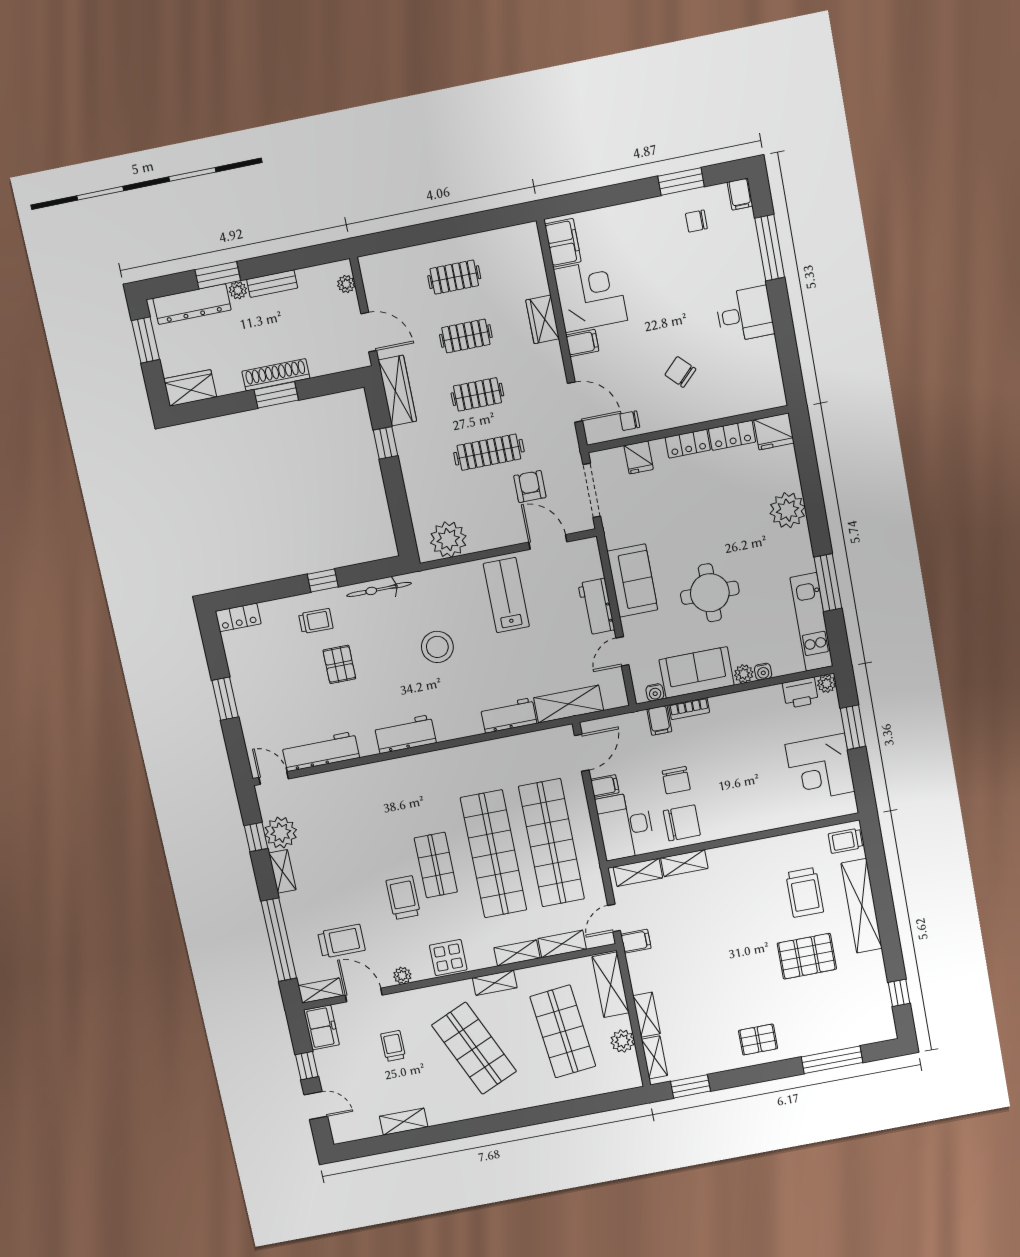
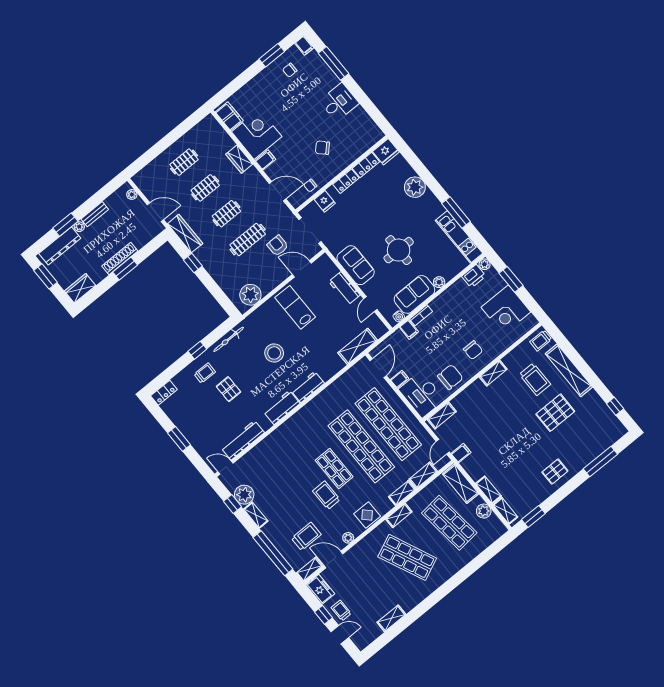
water cooler: (763, 672) -> (448, 276), removed
workbench: (509, 715) -> (308, 387), moved
chair: (676, 780) -> (473, 350), moved
shelving: (684, 863) -> (493, 373), moved
trolley: (393, 1046) -> (341, 611), moved

